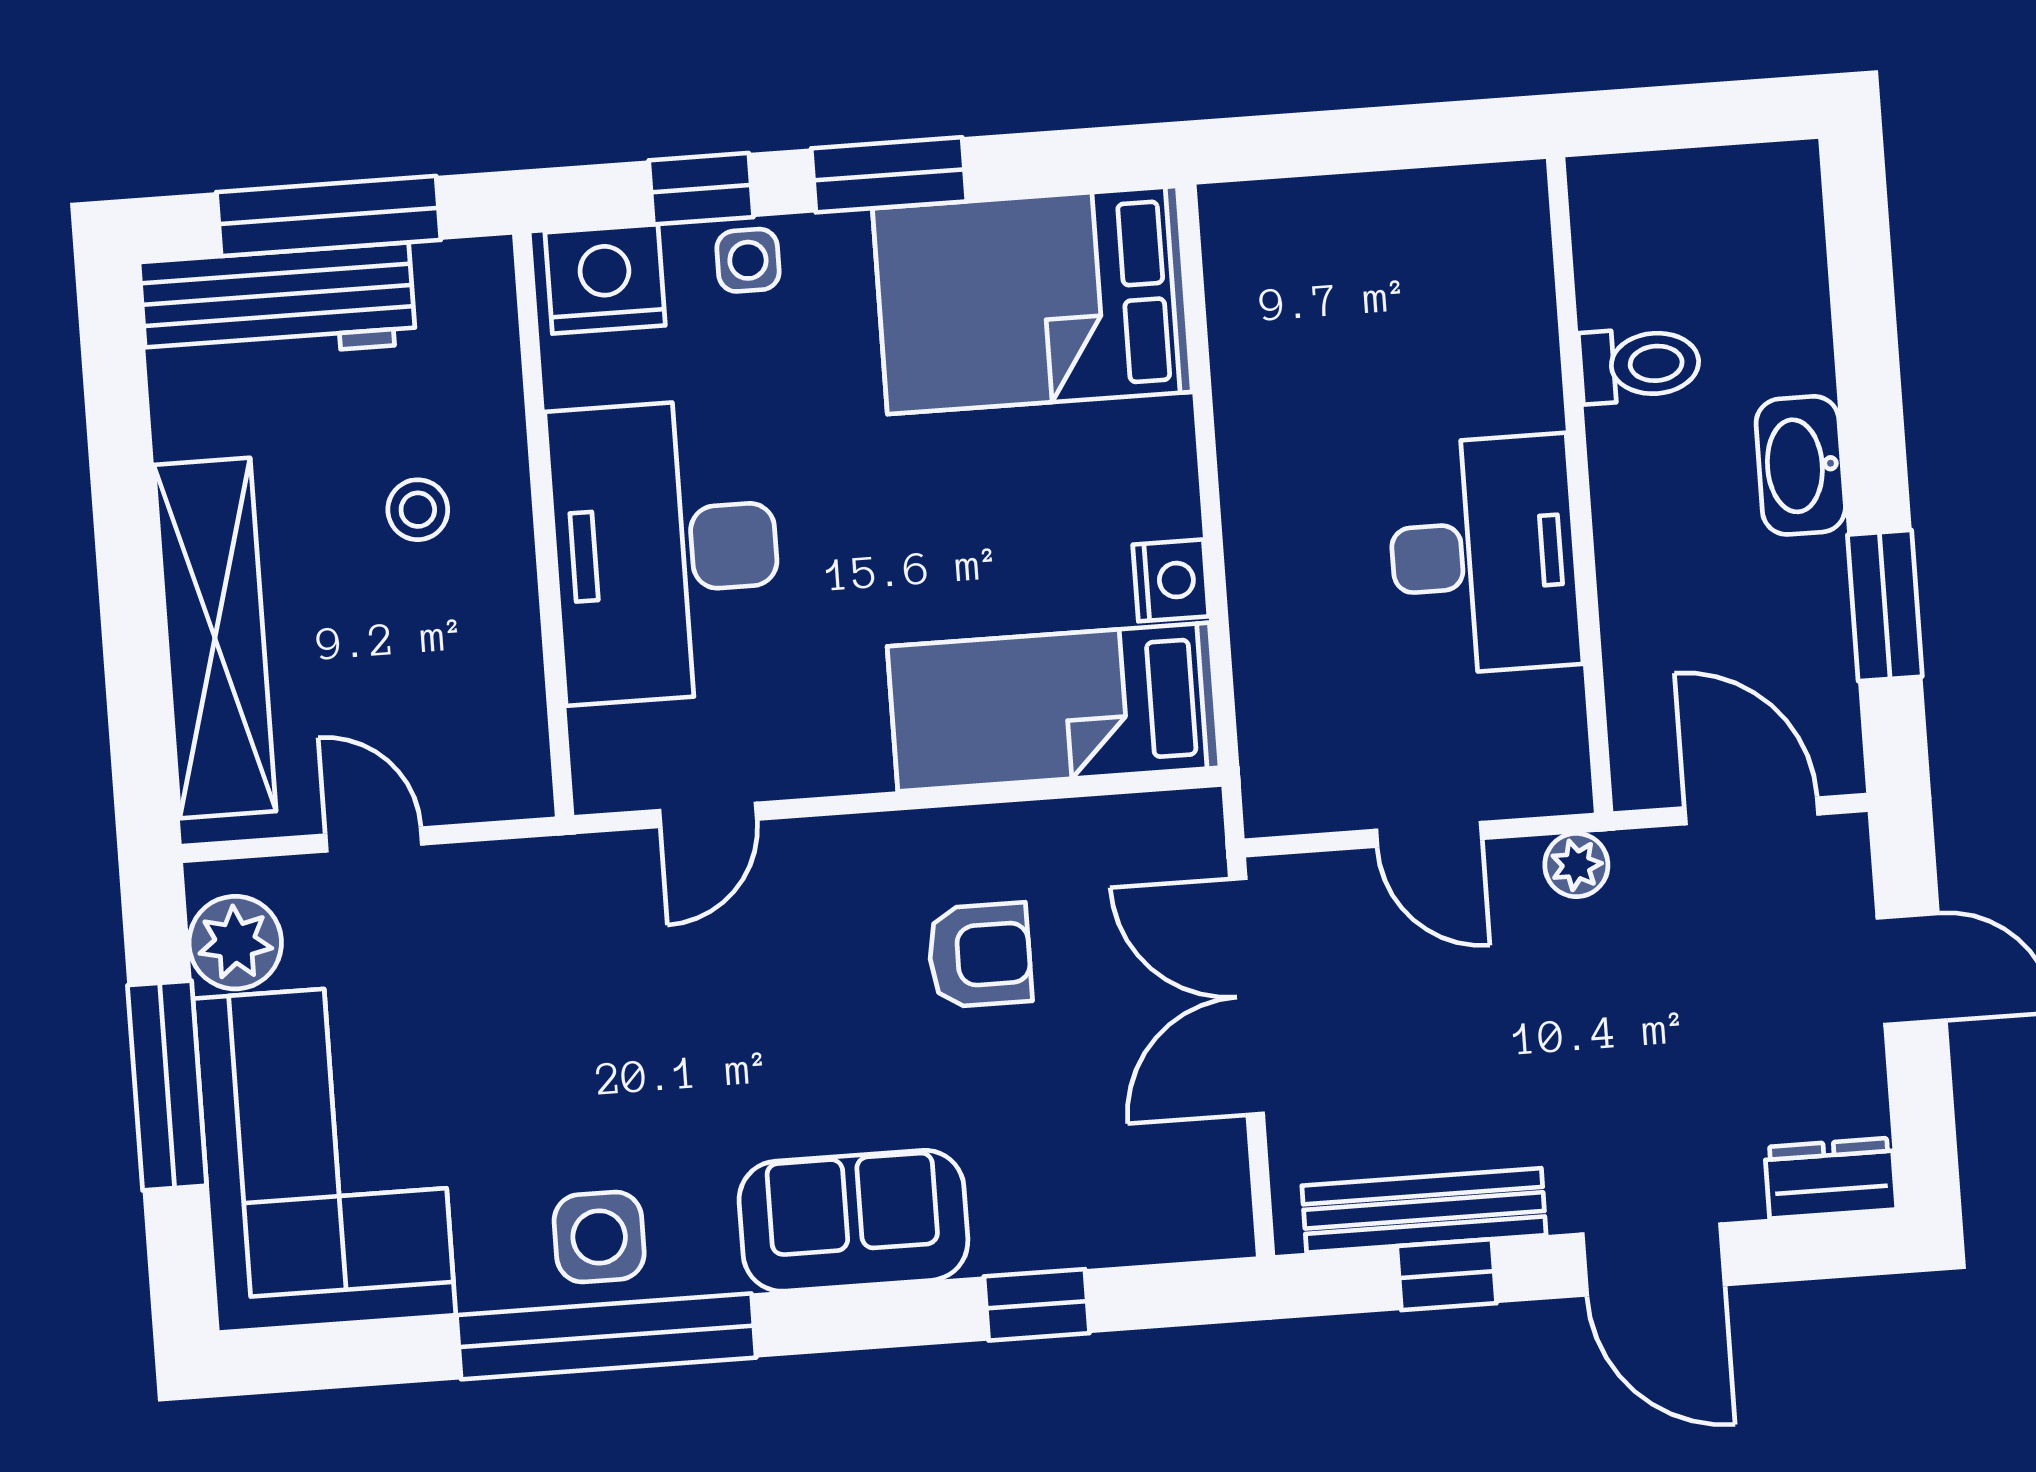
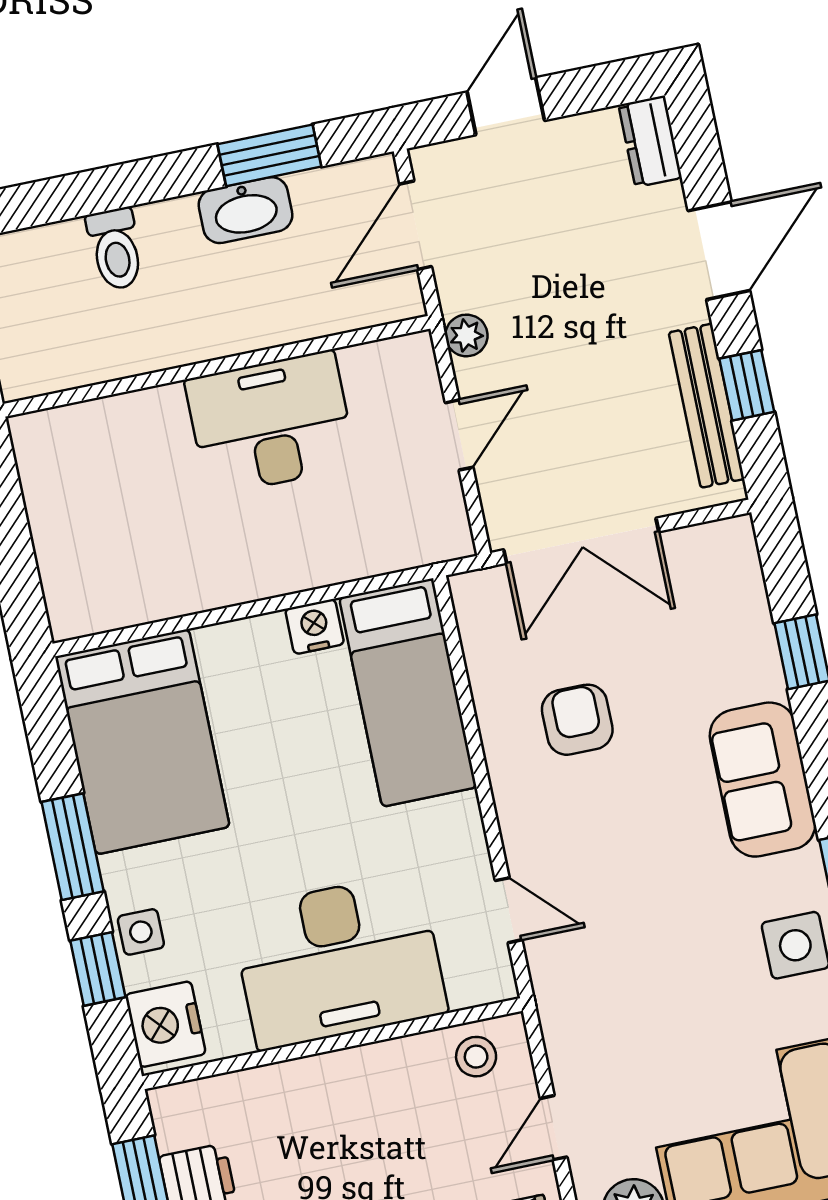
toilet: (1640, 365) -> (115, 249), moved, turned 180
washbasin: (1801, 465) -> (246, 210), moved
stool: (418, 510) -> (476, 1057), moved

